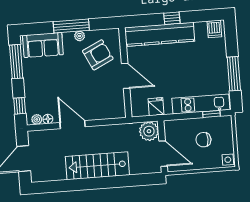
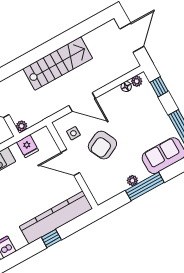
armchair: (98, 55) -> (102, 145), moved
side table: (111, 100) -> (73, 133), added
door: (73, 125) -> (82, 102), moved
plant: (149, 131) -> (22, 126), width x0.53, depth x0.53

